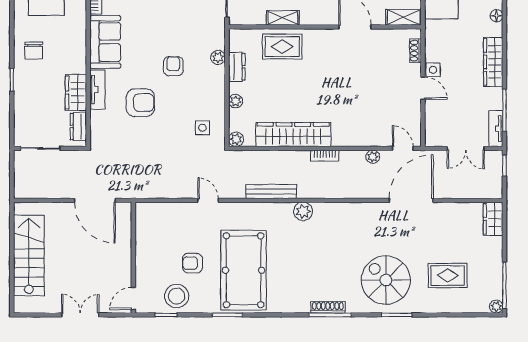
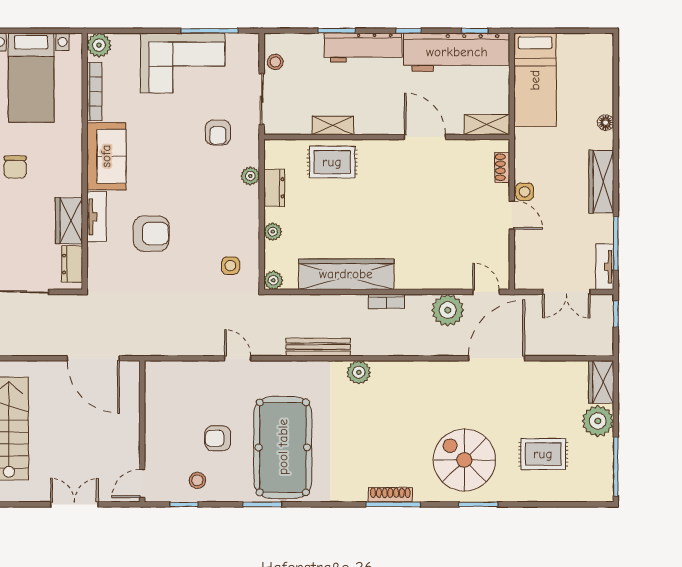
armchair: (173, 66) -> (218, 133), moved, turned 180
plant: (373, 157) -> (448, 310), width x1.87, depth x1.87
stool: (177, 296) -> (197, 480), width x0.53, depth x0.53
plant: (496, 306) -> (598, 421), moved, width x1.87, depth x1.87

